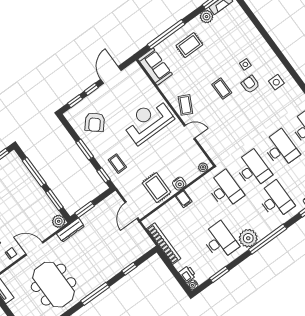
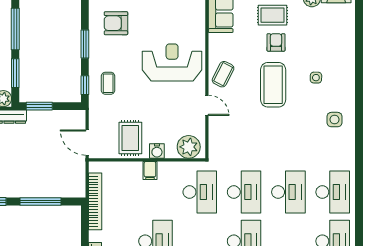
armchair: (250, 84) -> (276, 42), moved
coffee table: (222, 89) -> (273, 85), width x1.86, depth x1.72
armchair: (95, 122) -> (116, 23), turned 49
plant: (203, 167) -> (189, 147), width x1.87, depth x1.87
door: (132, 210) -> (87, 143), hinge flipped
window: (129, 269) -> (41, 201), width x2.17

